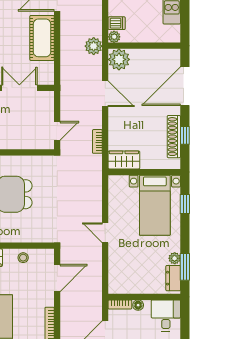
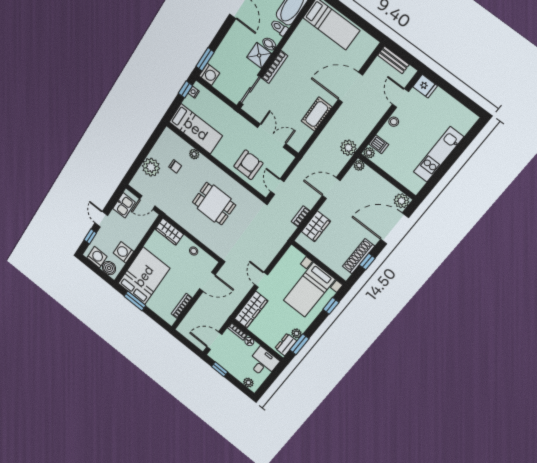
cot: (42, 38) -> (317, 114), width x0.73, depth x0.75
plant: (172, 57) -> (401, 201), added
plant: (119, 59) -> (359, 165), width x0.53, depth x0.53
door: (105, 94) -> (331, 188), swing flipped
armchair: (17, 131) -> (248, 165), added
door: (57, 131) -> (277, 187), swing flipped
wardrobe: (124, 160) -> (316, 226), moved, turned 90
wardrobe: (117, 271) -> (251, 310), added

